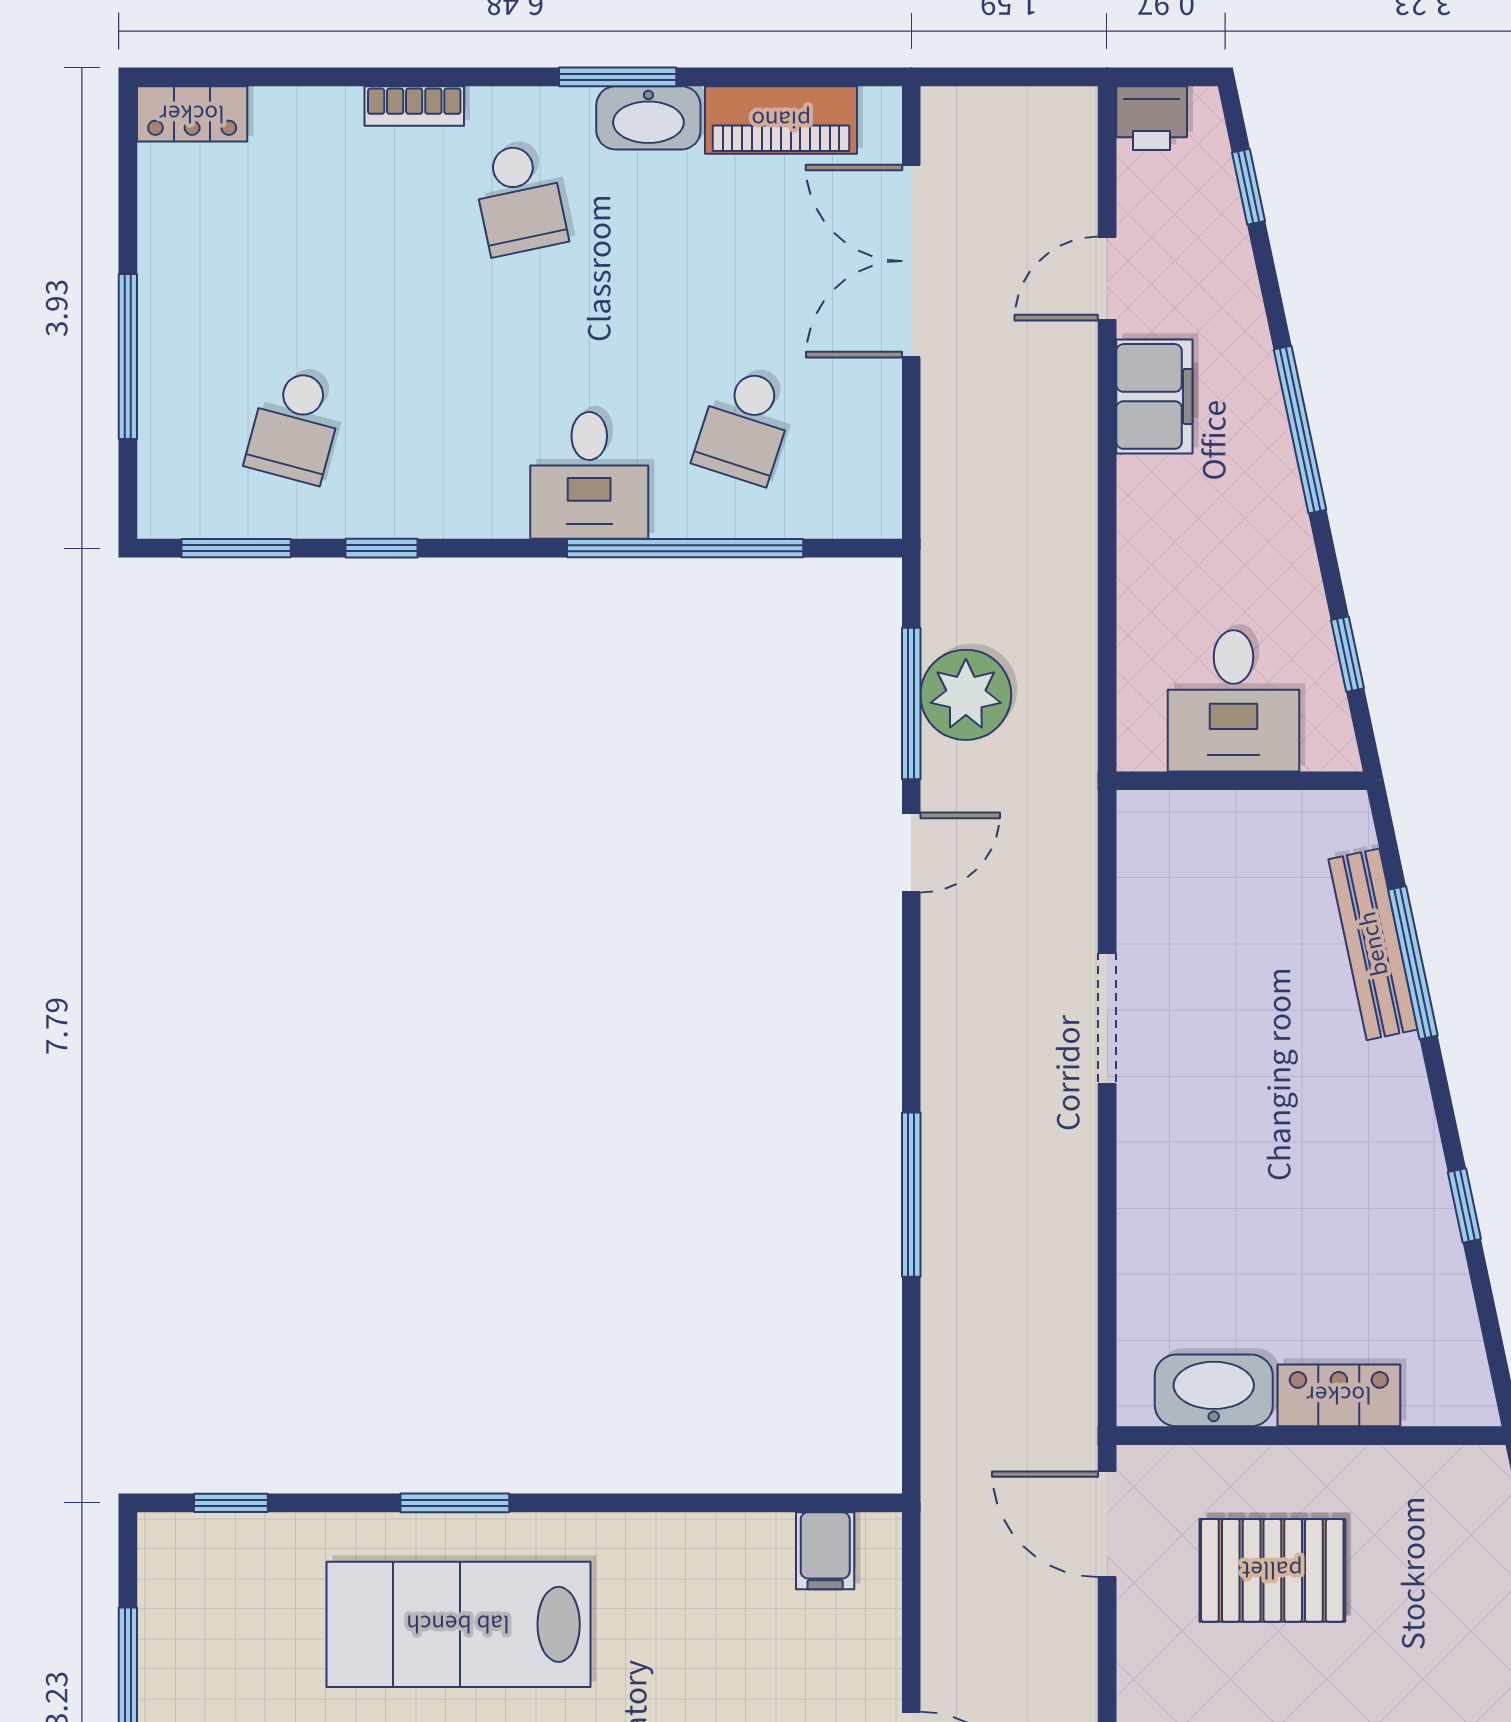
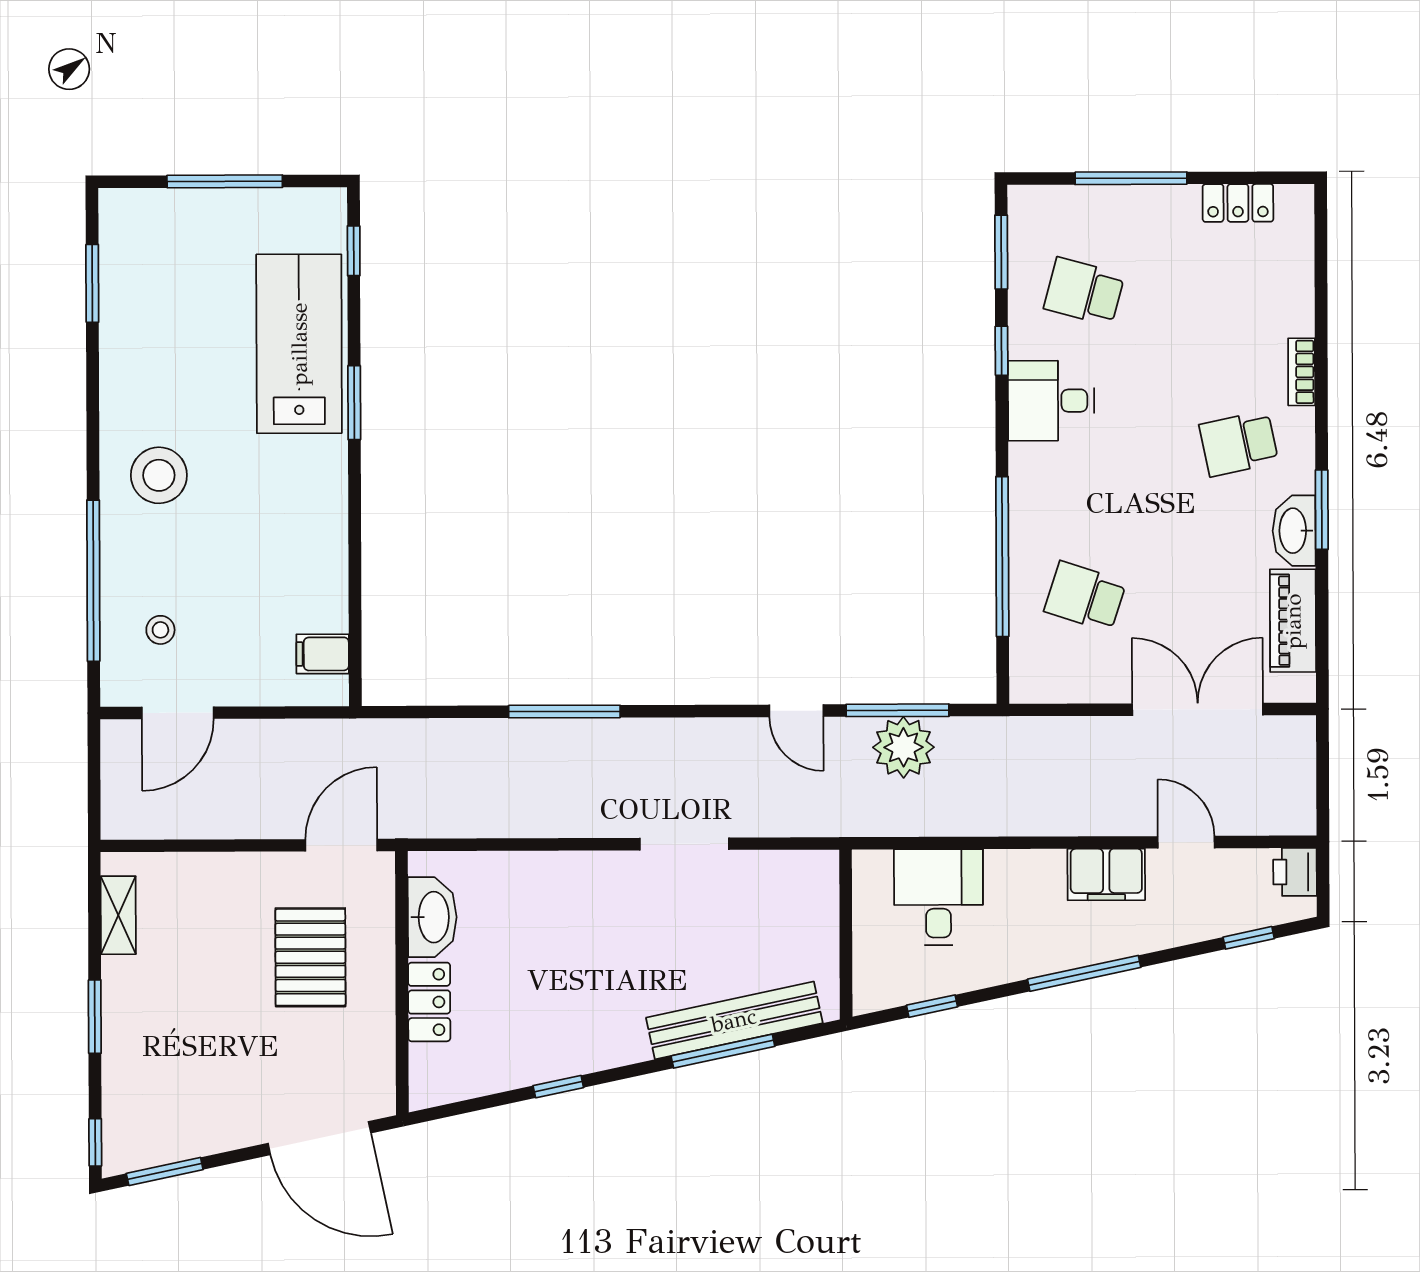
locker: (192, 114) -> (1238, 203), moved, turned -90
desk: (589, 475) -> (1051, 401), moved
desk: (1233, 701) -> (938, 897), moved, turned 90
bench: (1373, 944) -> (734, 1020), width x1.37, depth x1.21
lab bench: (458, 1624) -> (299, 344), moved

